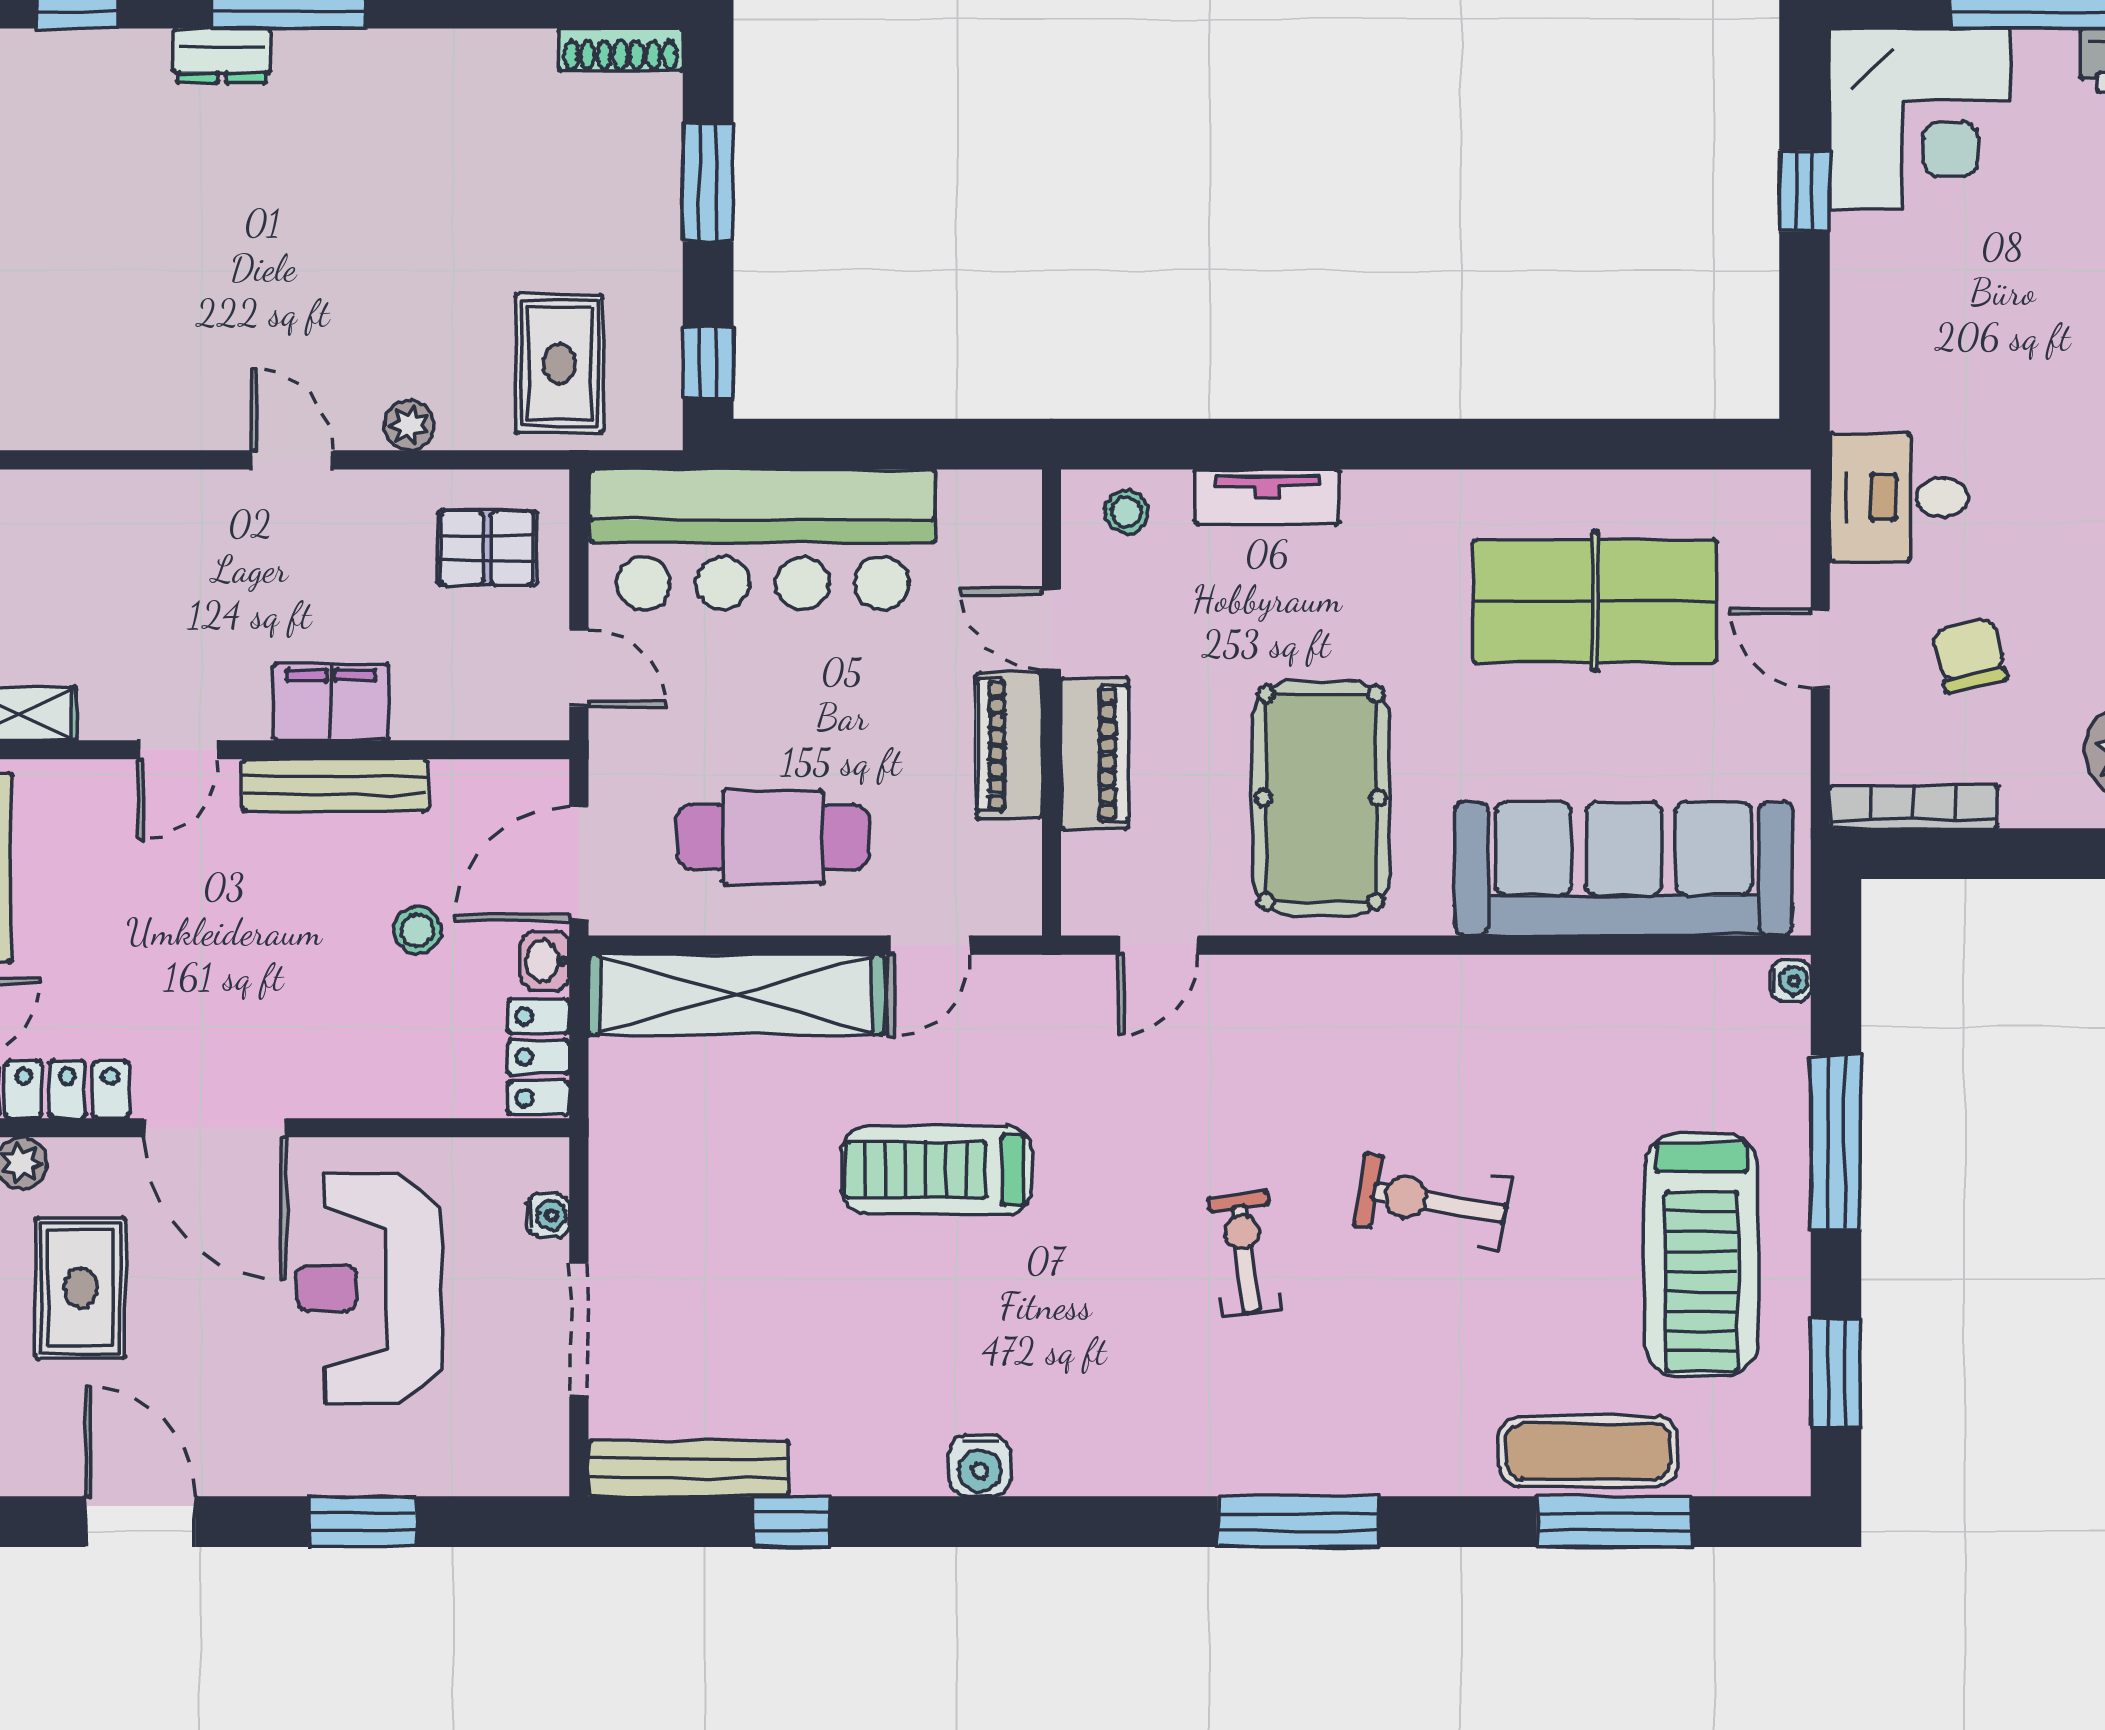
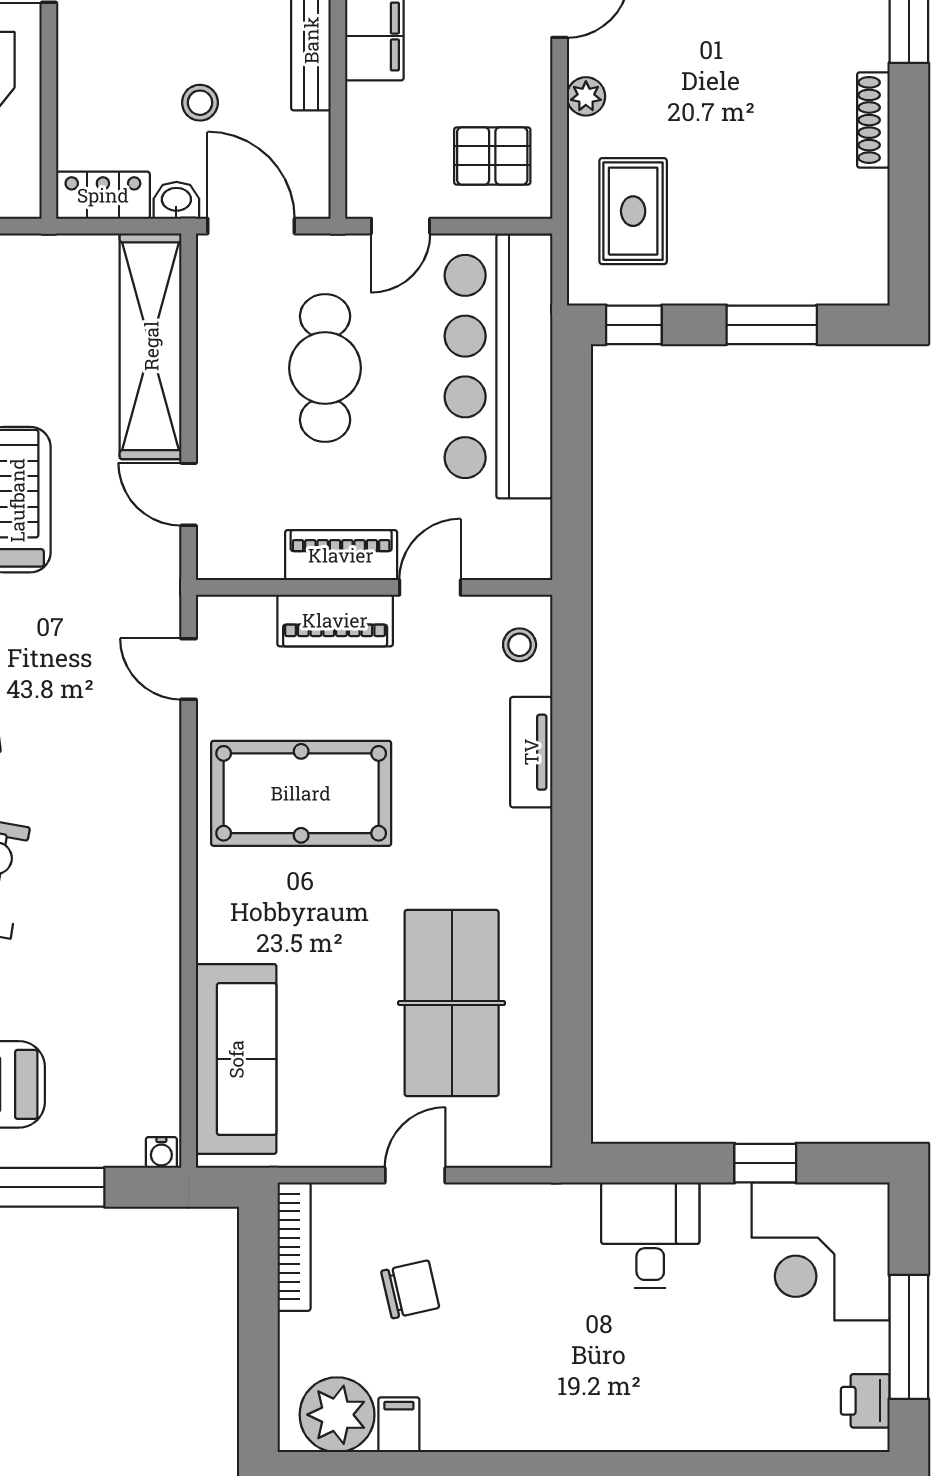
shoe rack: (621, 49) -> (873, 120), moved
rug: (559, 364) -> (633, 211), turned 90
desk: (1899, 497) -> (650, 1235), moved
pallet: (487, 548) -> (492, 156), turned 90
cafe table: (773, 837) -> (325, 368), moved
sofa: (1624, 869) -> (236, 1059), width x0.74, depth x0.79

